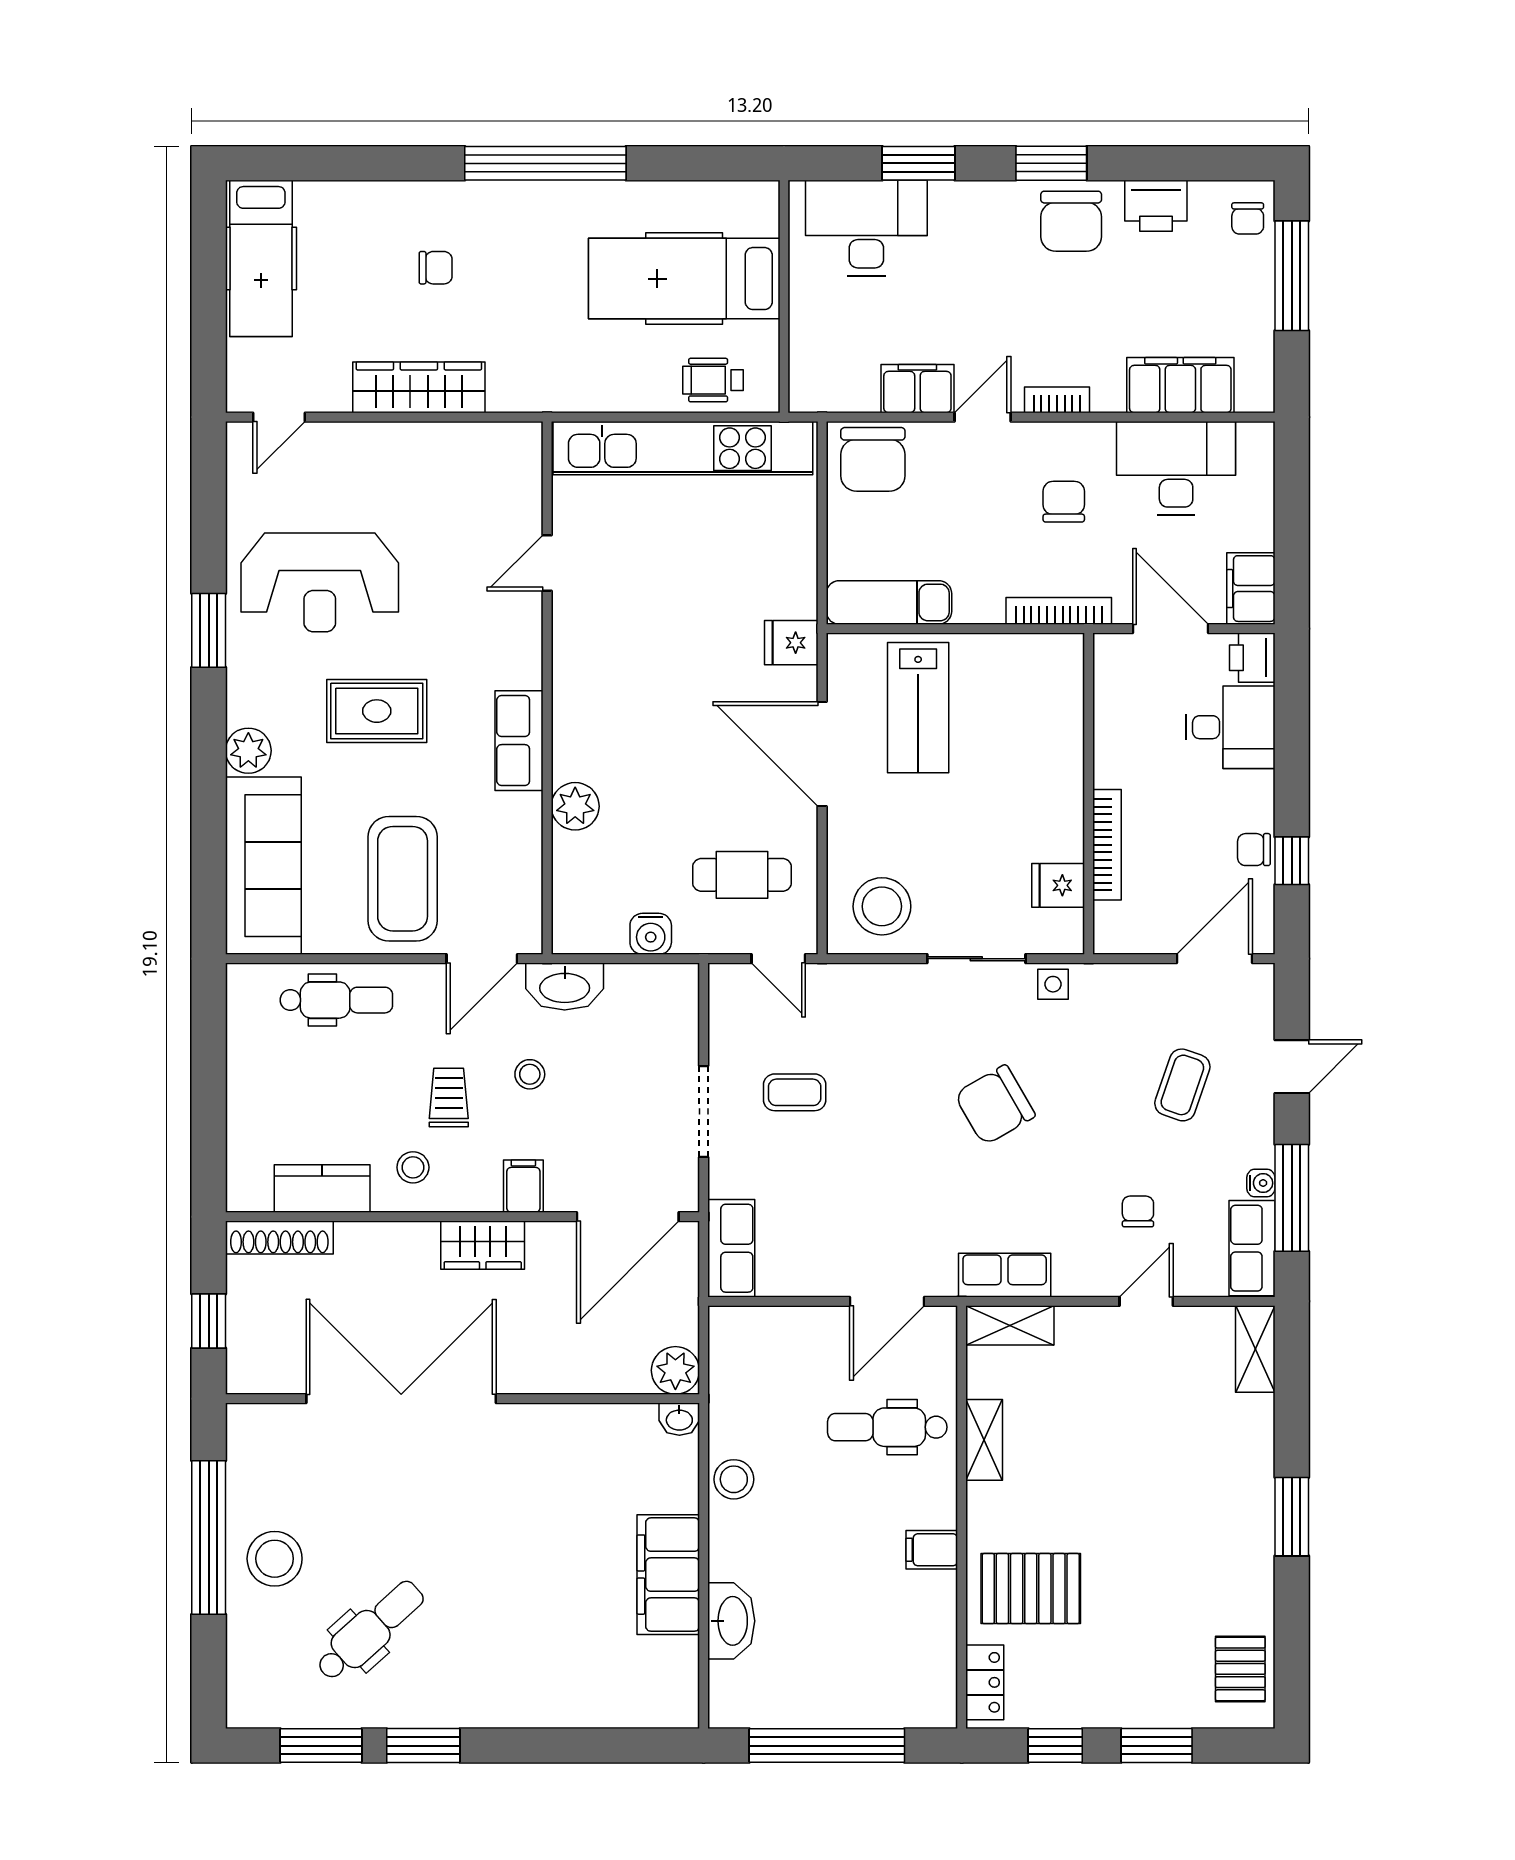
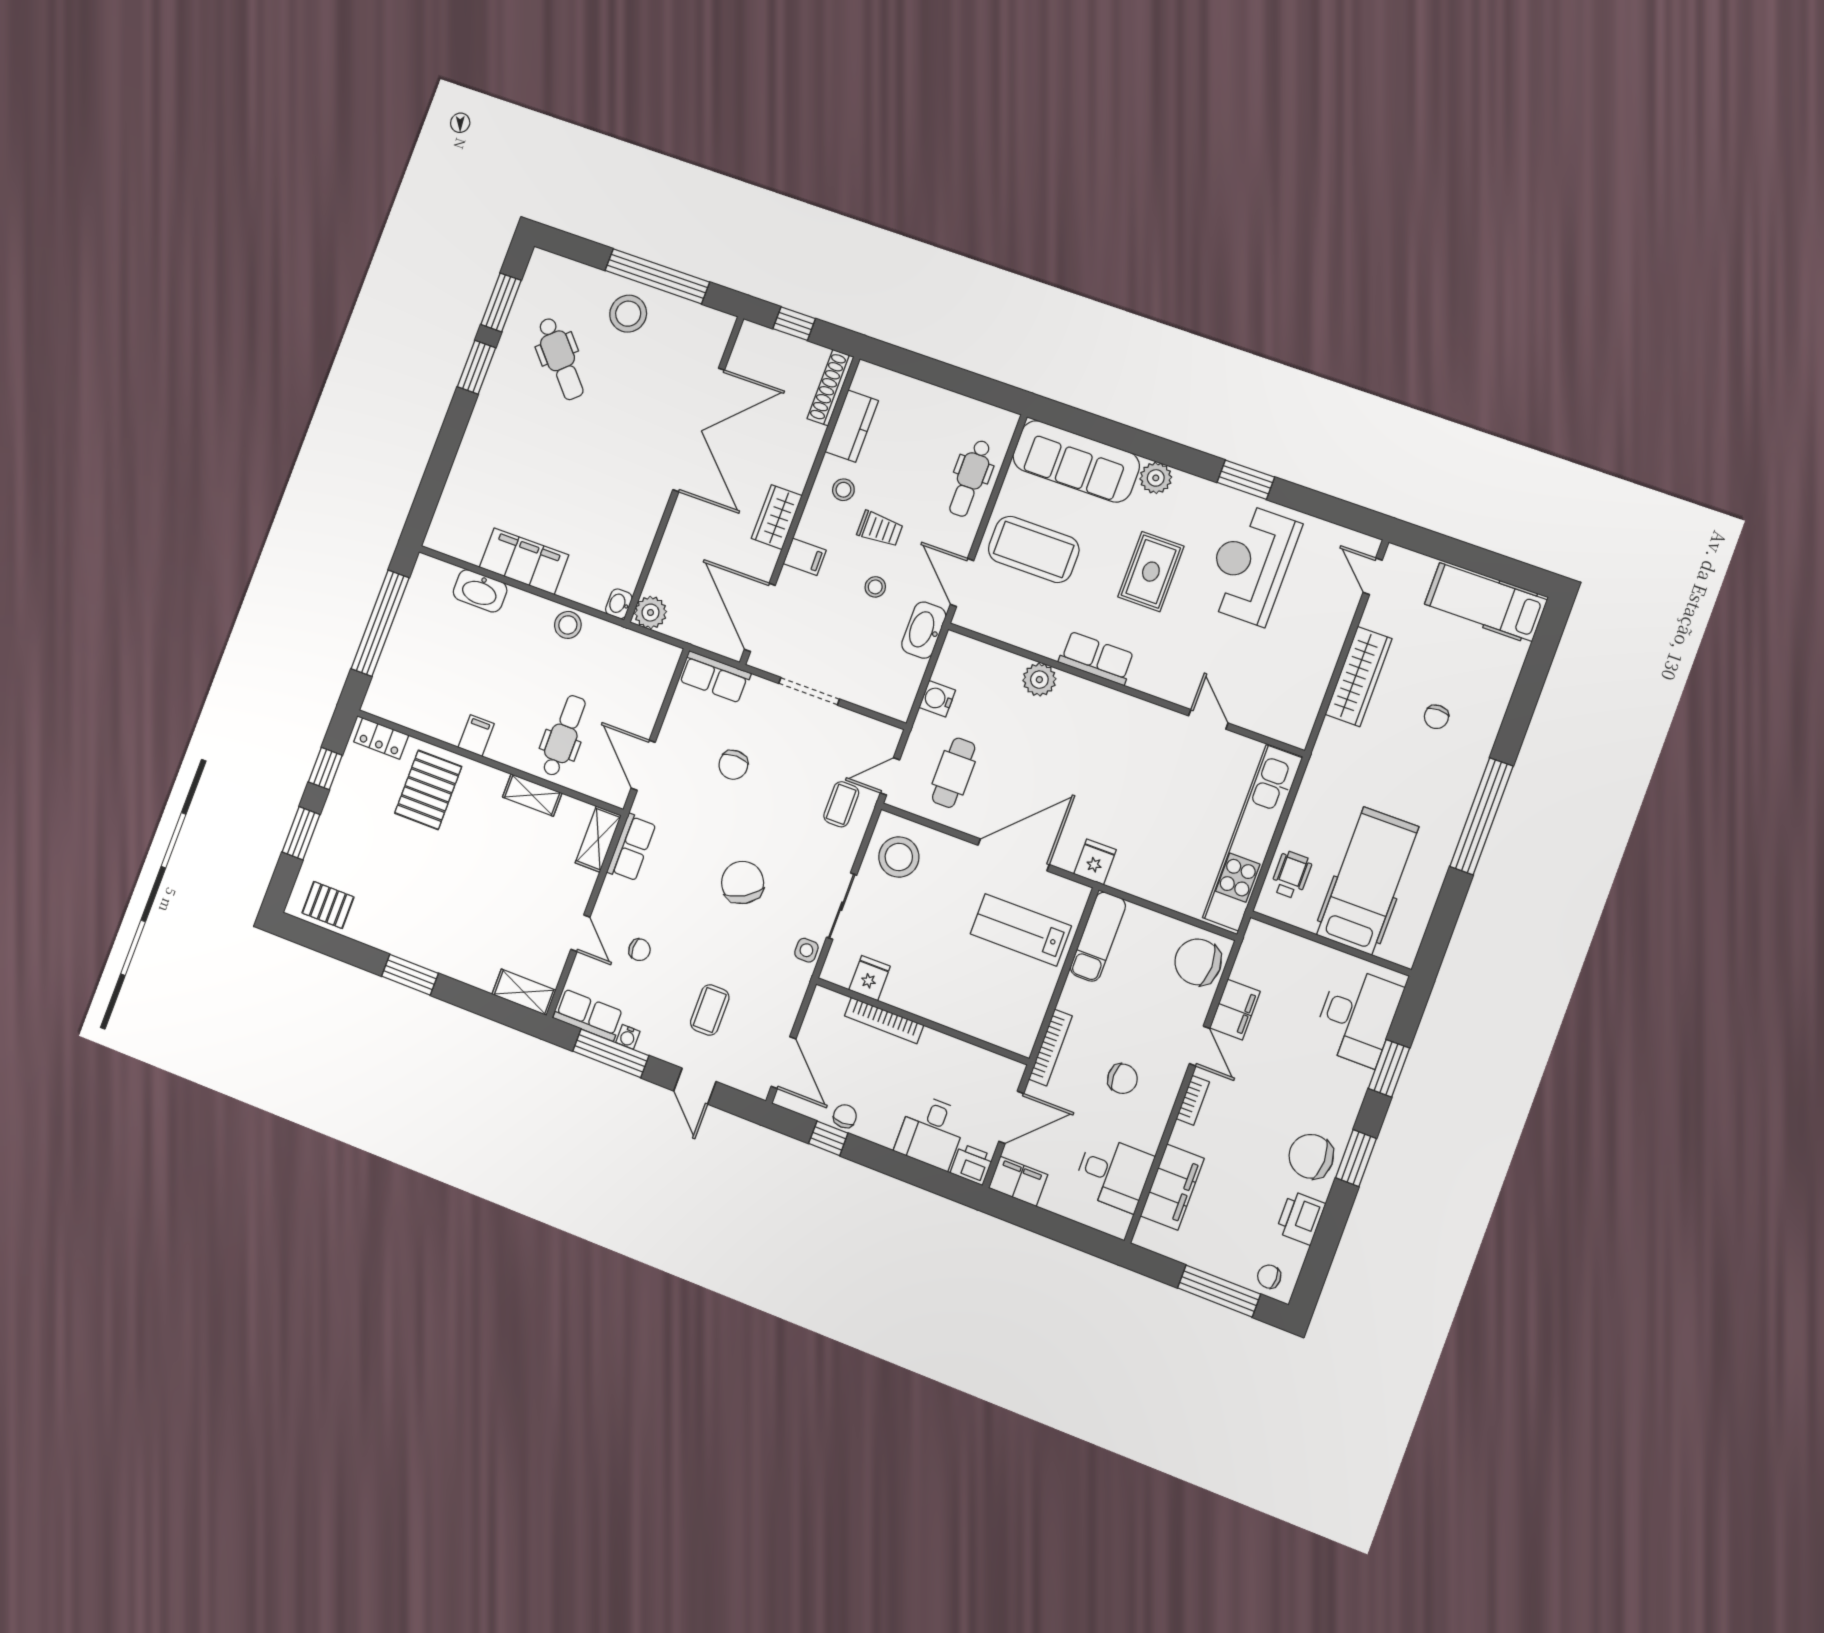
desk: (1176, 468) -> (1113, 1173), width x0.73
coffee table: (1182, 1085) -> (710, 1010), turned 71
coffee table: (795, 1092) -> (841, 804), moved
chair: (841, 1178) -> (733, 765), added

